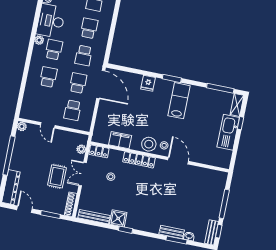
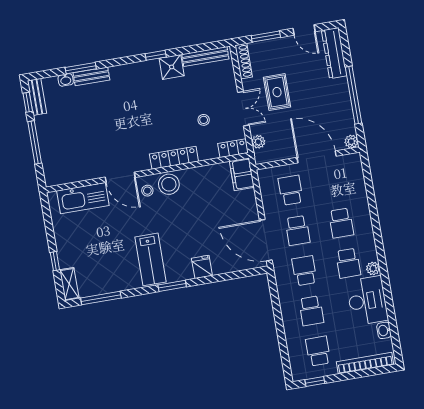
door: (48, 125) -> (317, 157), width x1.87
kitchen sink: (228, 132) -> (83, 198), moved, turned 90
filing cabinet: (120, 140) -> (242, 174), moved, turned 90

